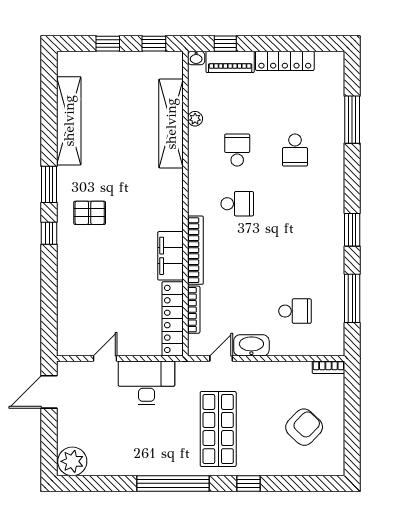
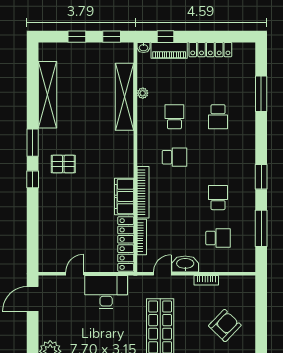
school desk: (295, 257) -> (218, 198), added
bookcase: (328, 367) -> (206, 280), moved

